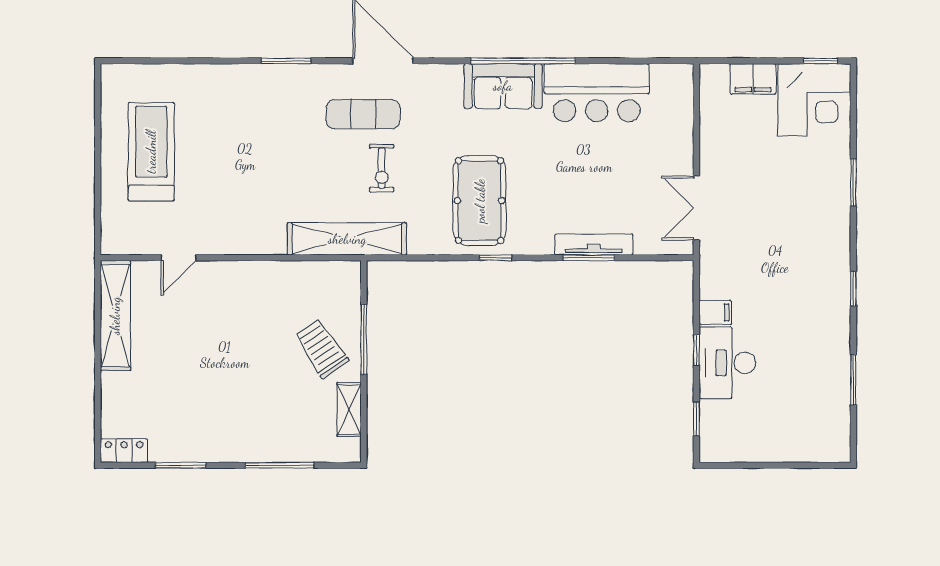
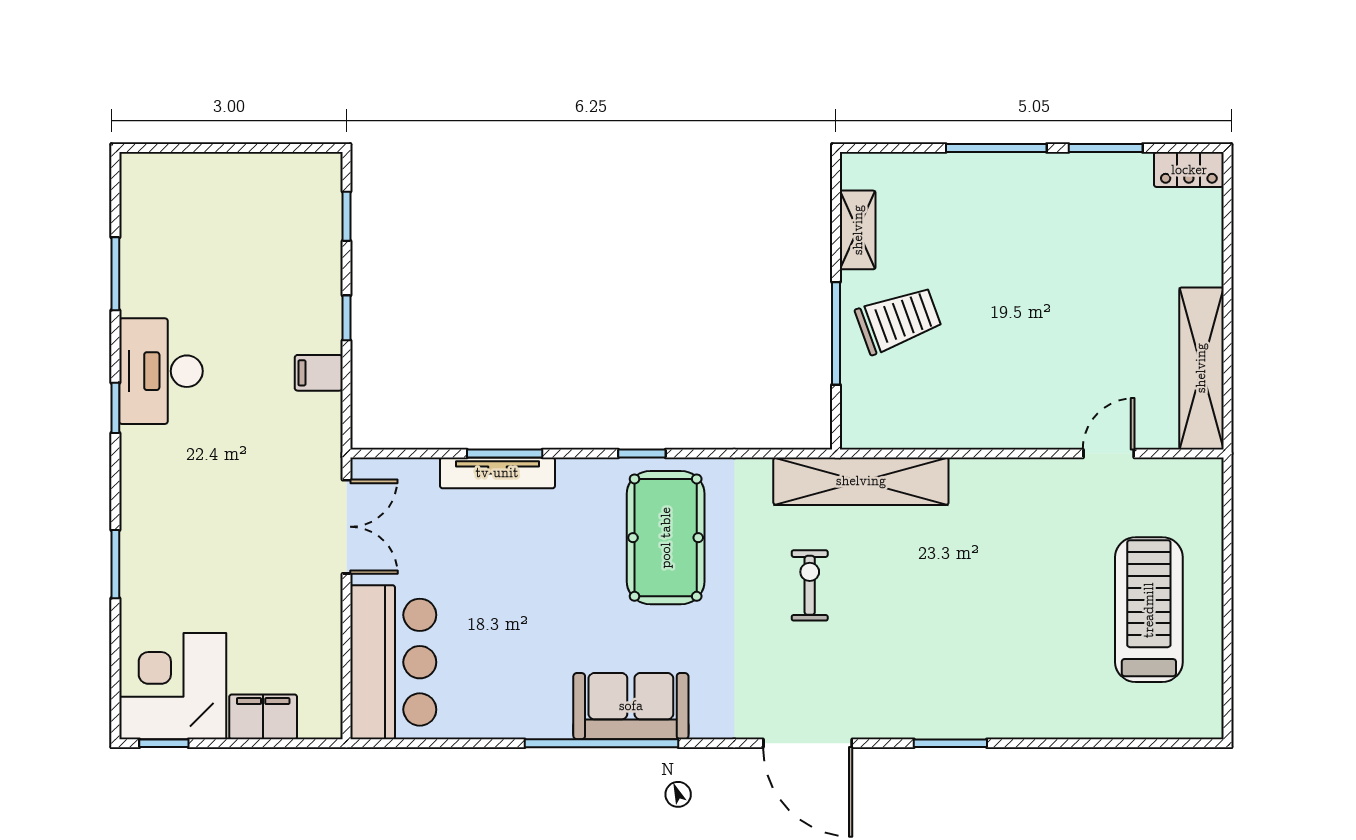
bar counter: (597, 93) -> (393, 662), moved, turned 90
exercise mat: (363, 114) -> (837, 665), removed
treadmill: (151, 152) -> (1149, 610), turned 180
trolley: (321, 349) -> (898, 320), turned -76
desk: (727, 363) -> (161, 371), moved, turned 180
window: (280, 465) -> (996, 148), moved

